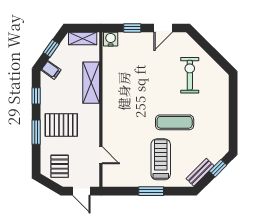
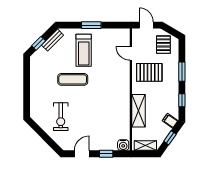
pallet: (61, 125) -> (149, 72), moved

